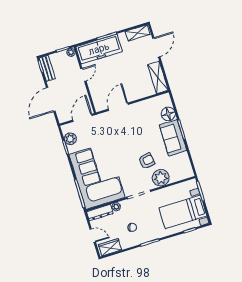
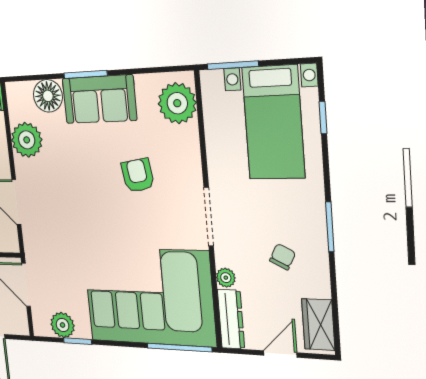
plant: (147, 107) -> (27, 140), added
plant: (161, 178) -> (177, 103), moved

